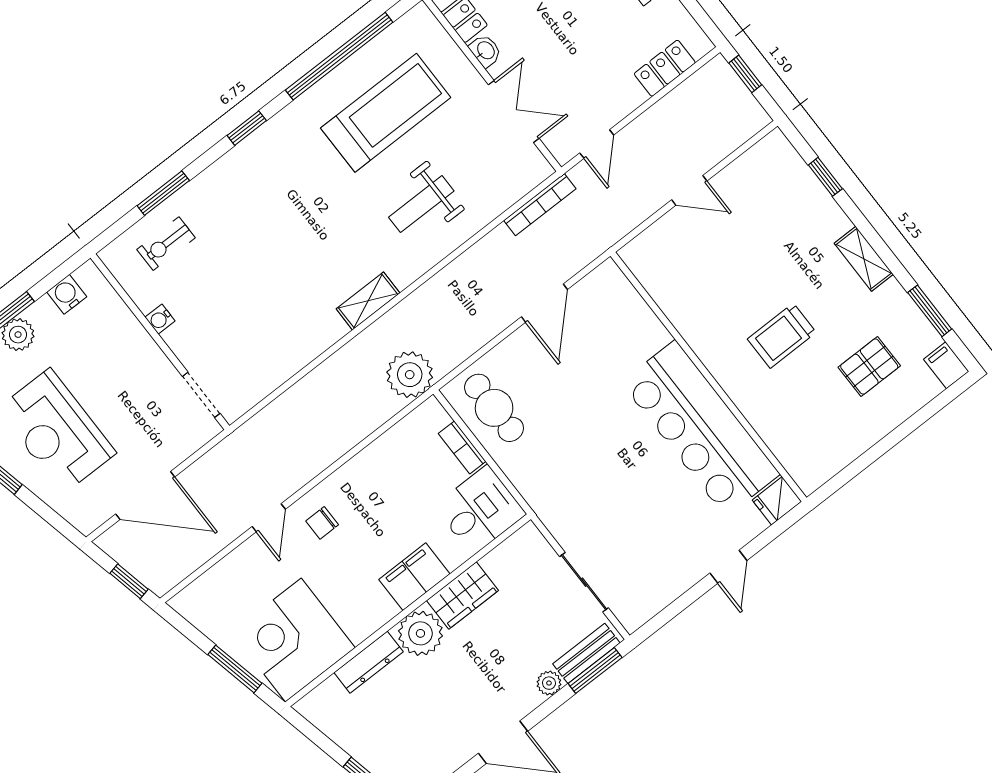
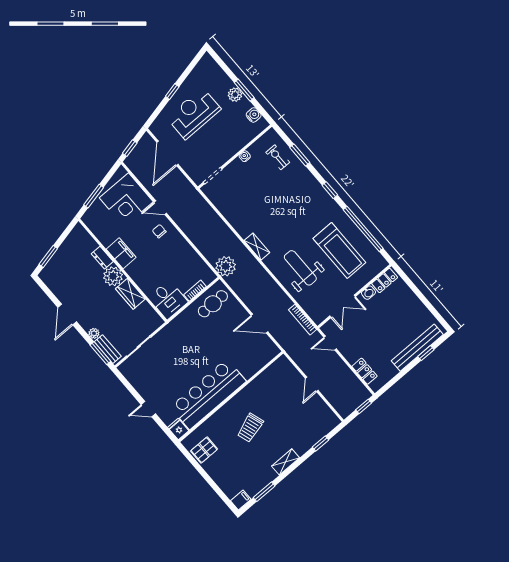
weight bench: (421, 204) -> (300, 268), width x1.36, depth x1.33
trolley: (782, 336) -> (250, 428), turned -108
pallet: (869, 367) -> (204, 450), moved, turned 90
filing cabinet: (414, 577) -> (121, 253), moved
corner desk: (293, 640) -> (126, 200), moved, turned 180
dresser: (369, 662) -> (102, 258), width x0.70

